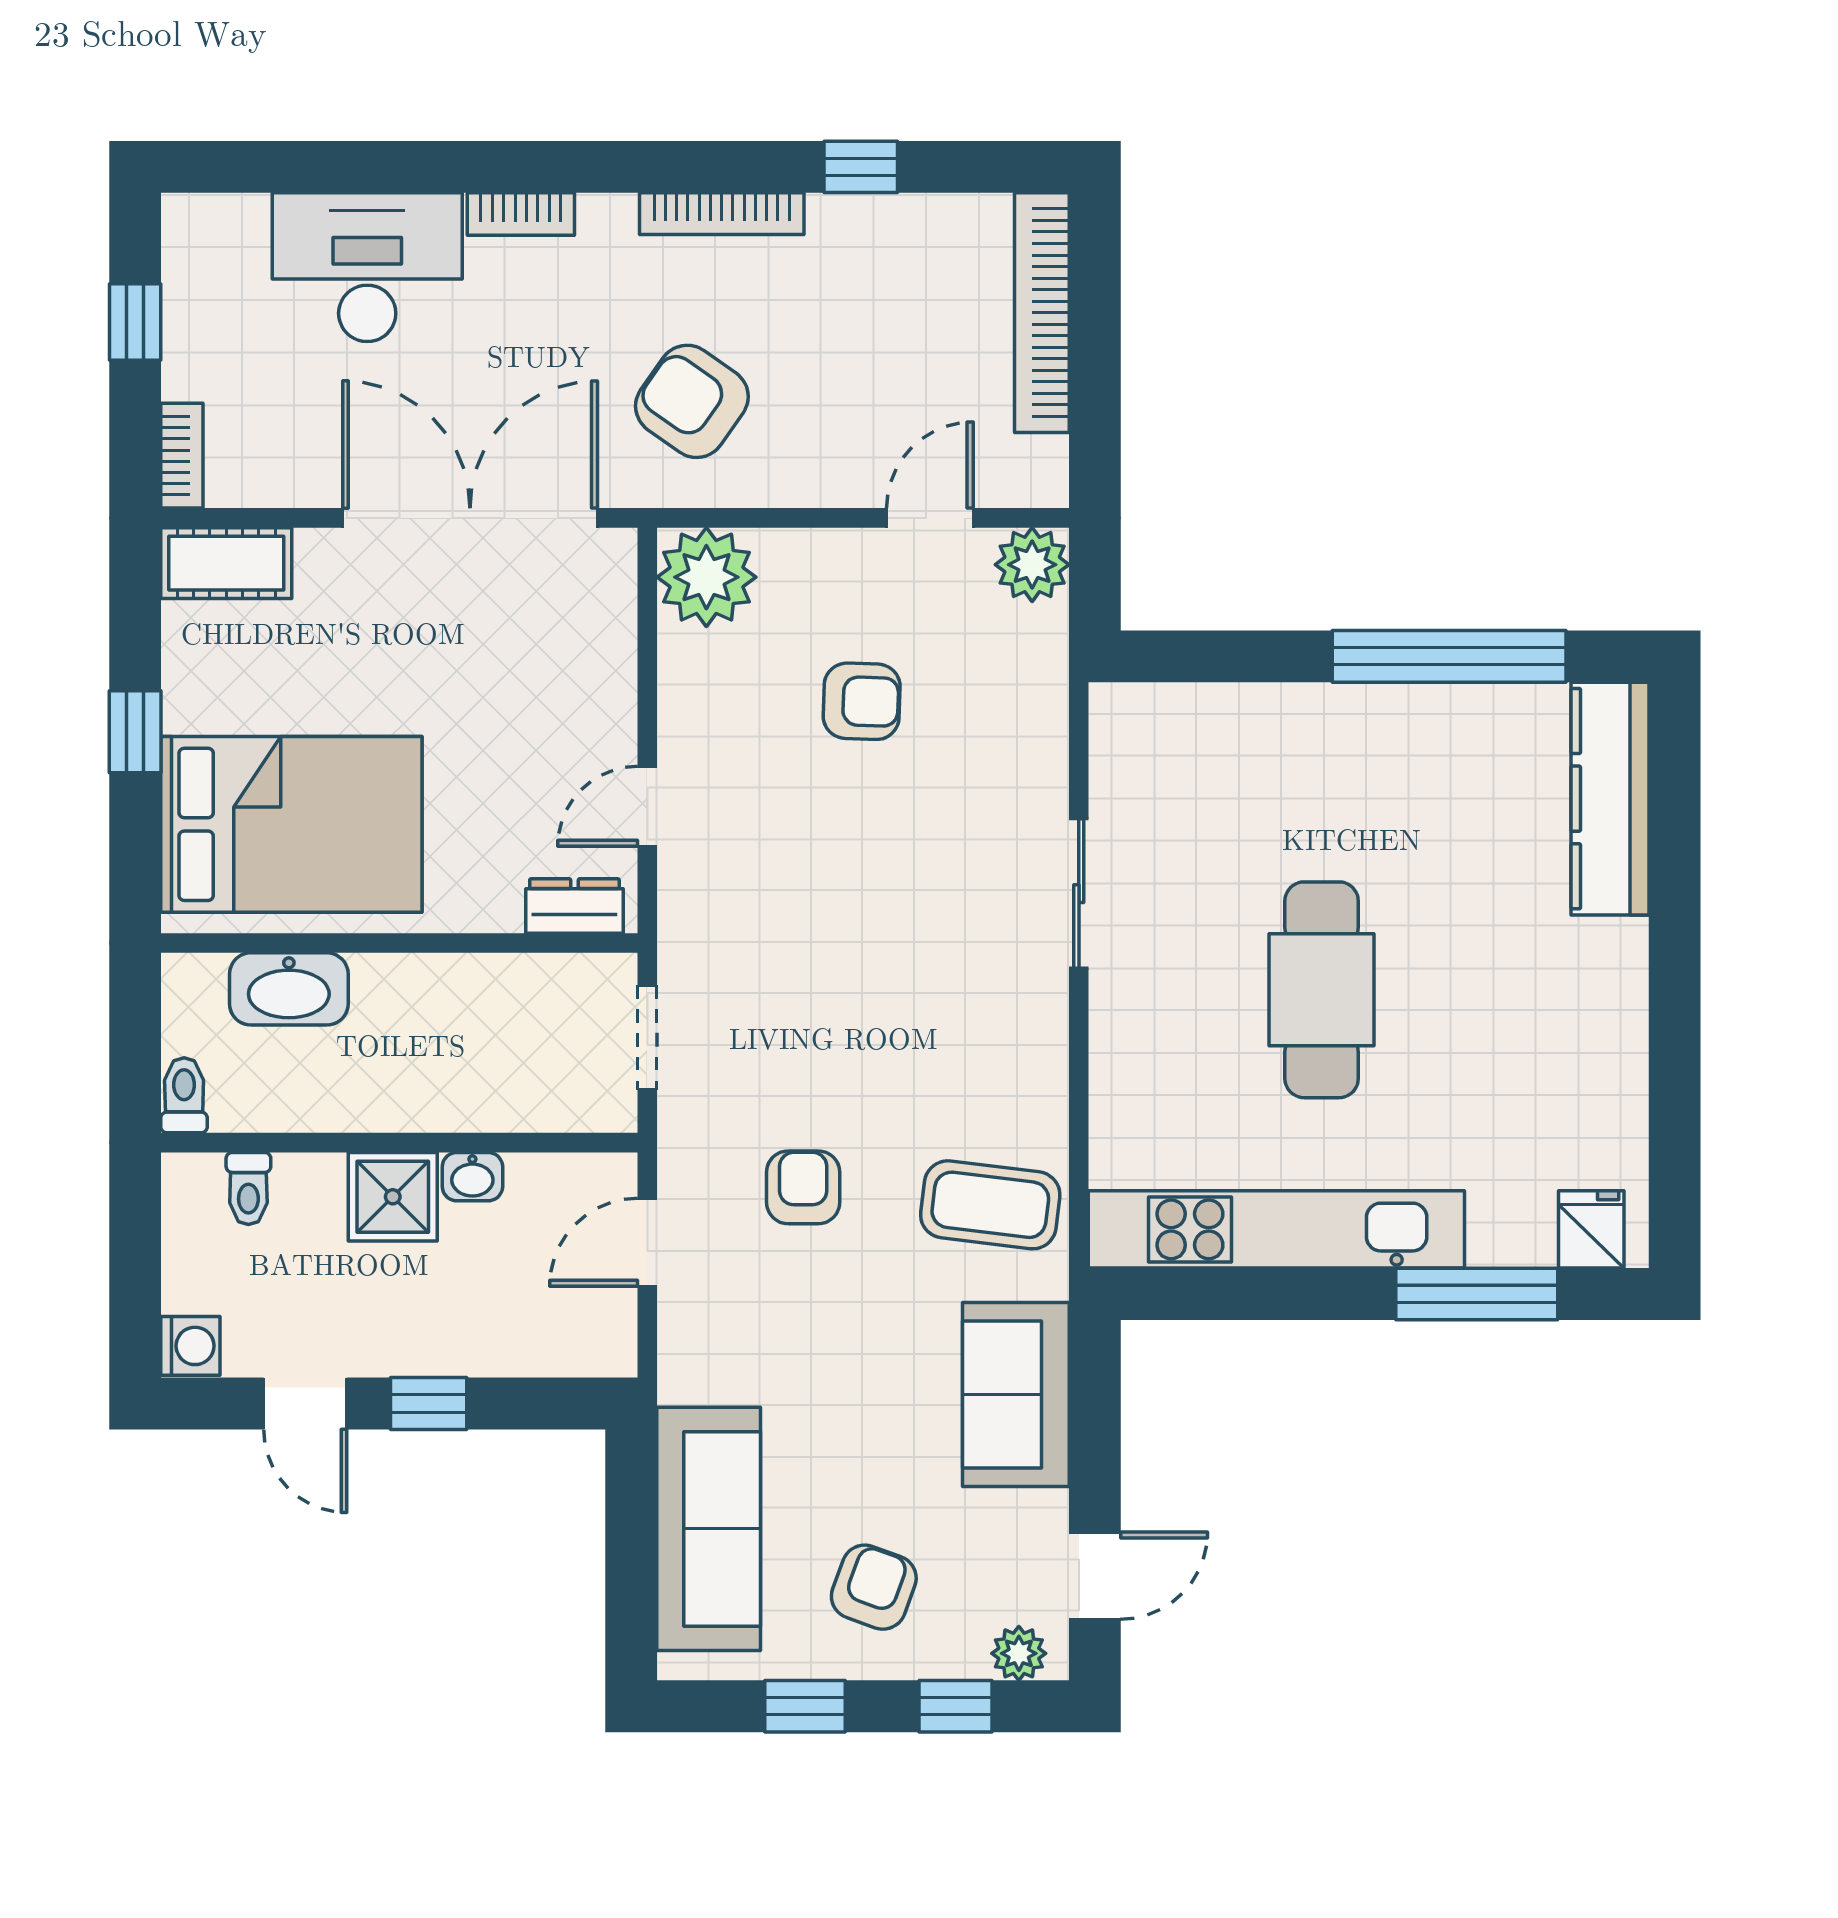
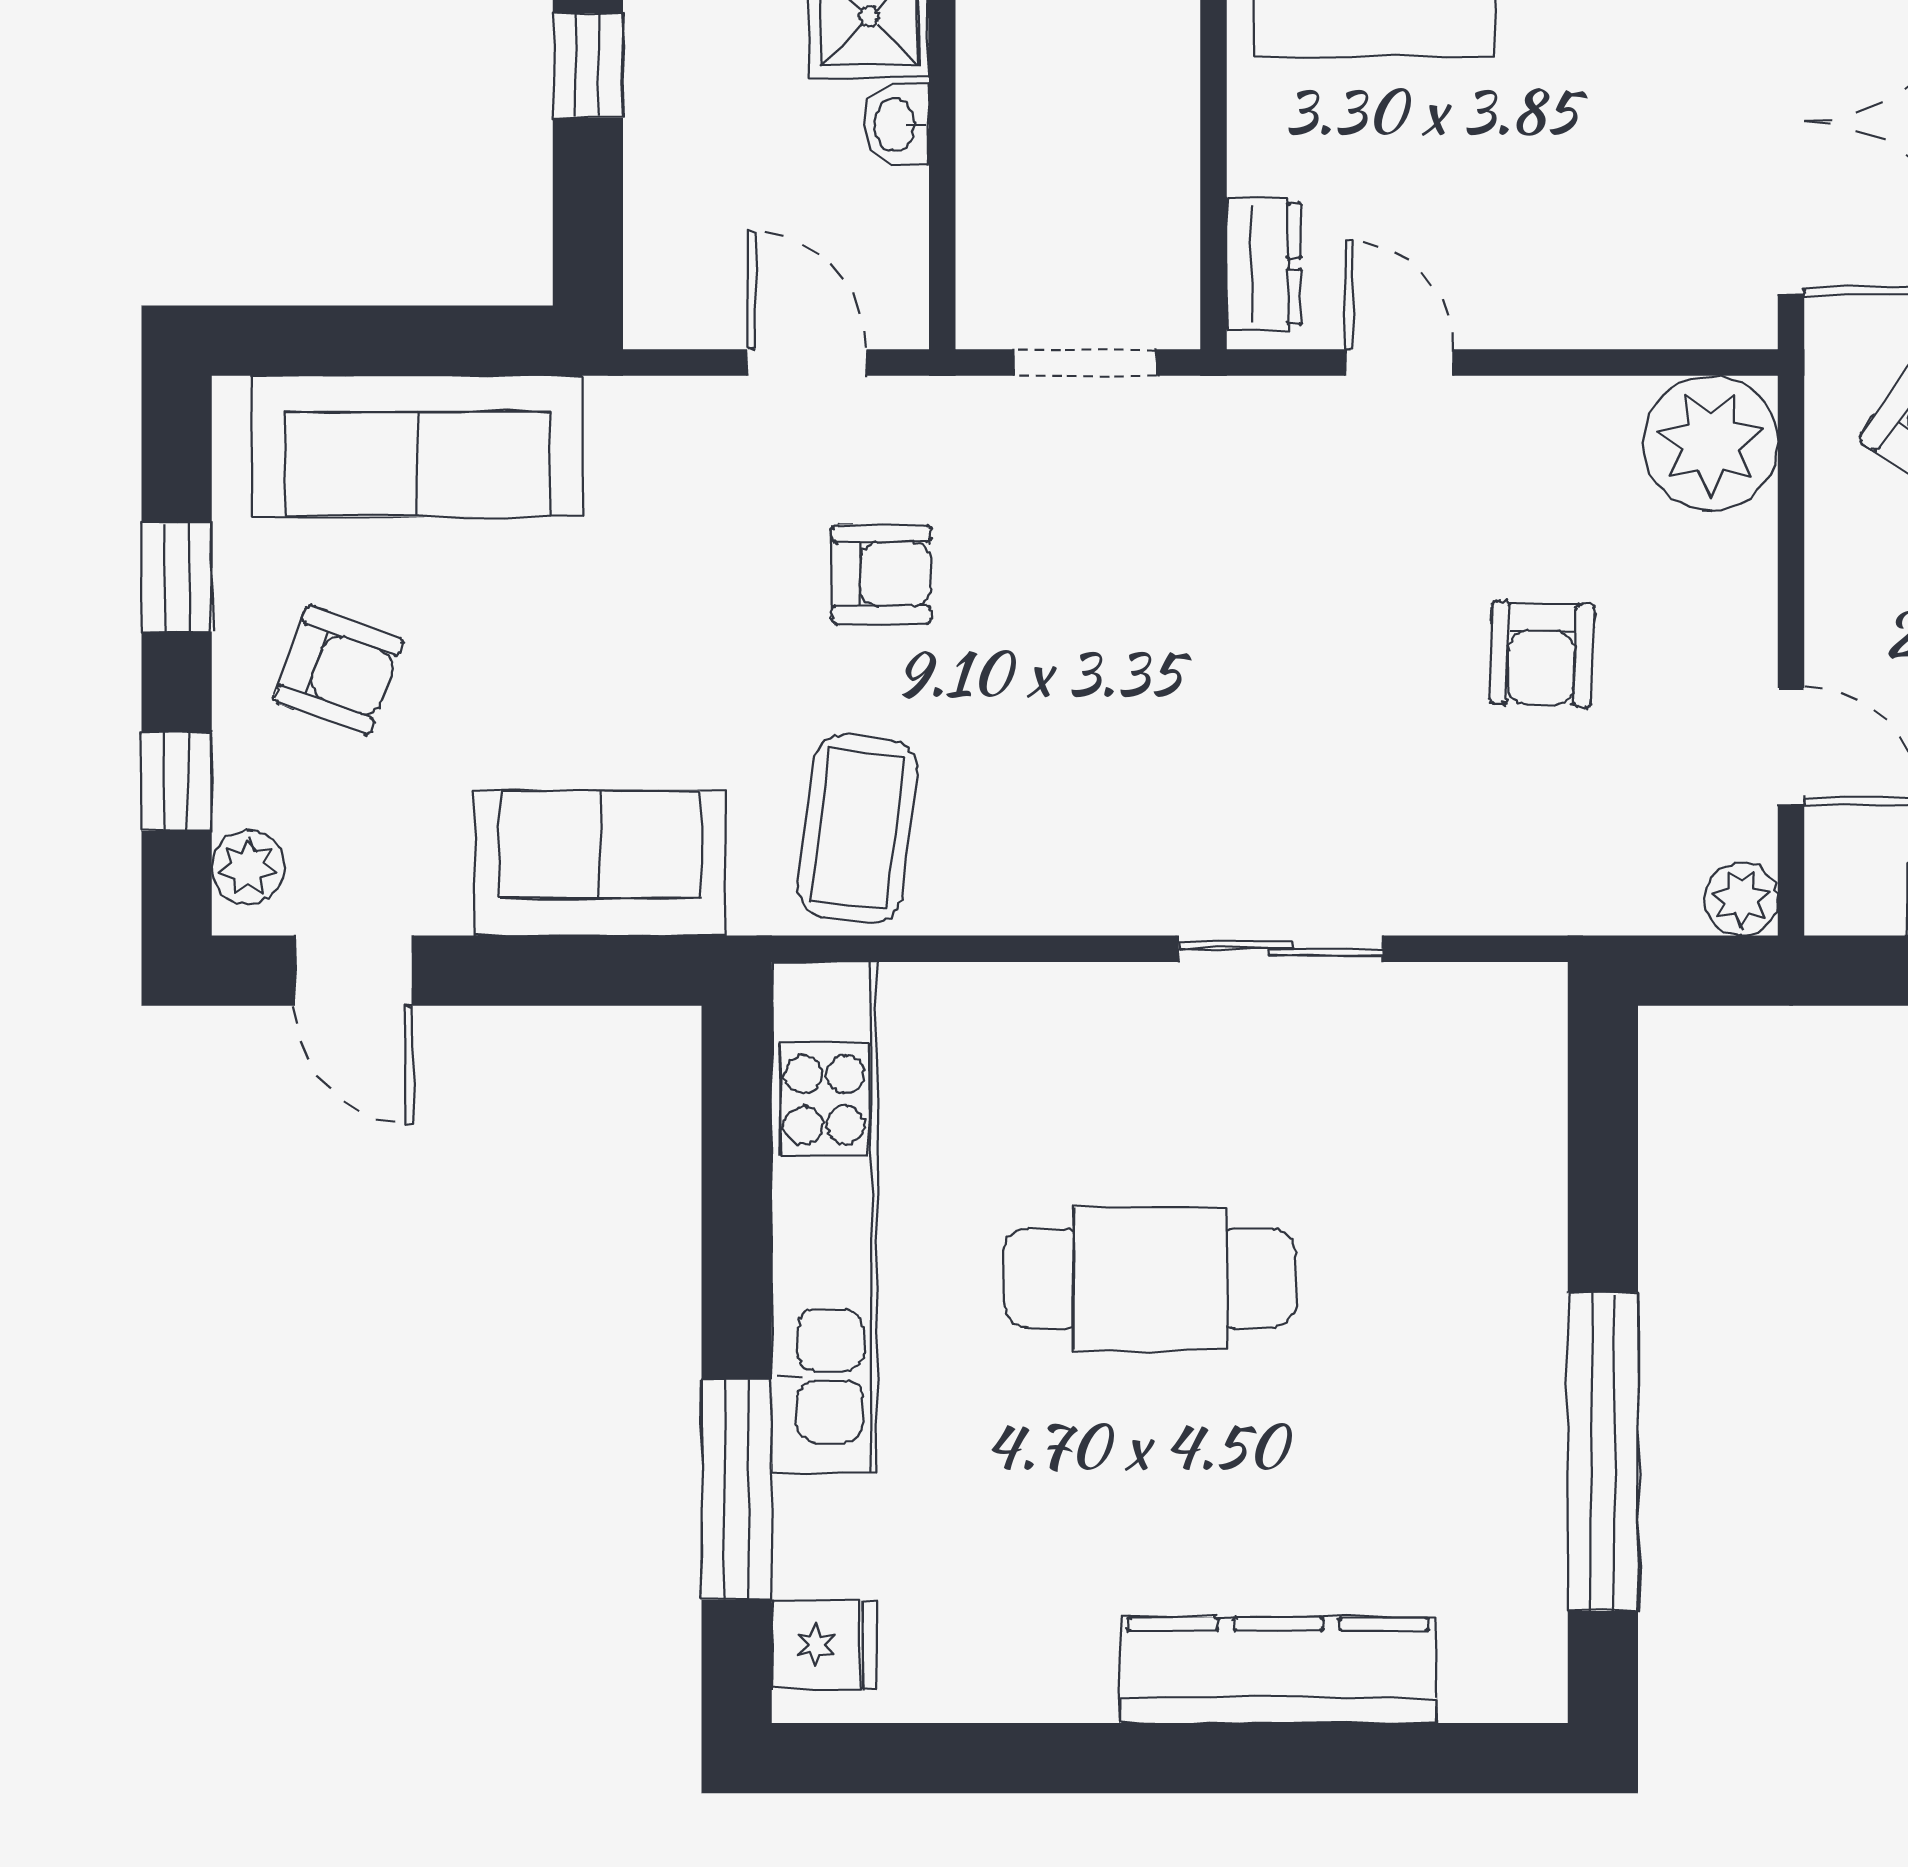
plant: (1032, 565) -> (1741, 899), width x0.73, depth x0.73
kitchen counter: (1610, 799) -> (1278, 1670), moved

